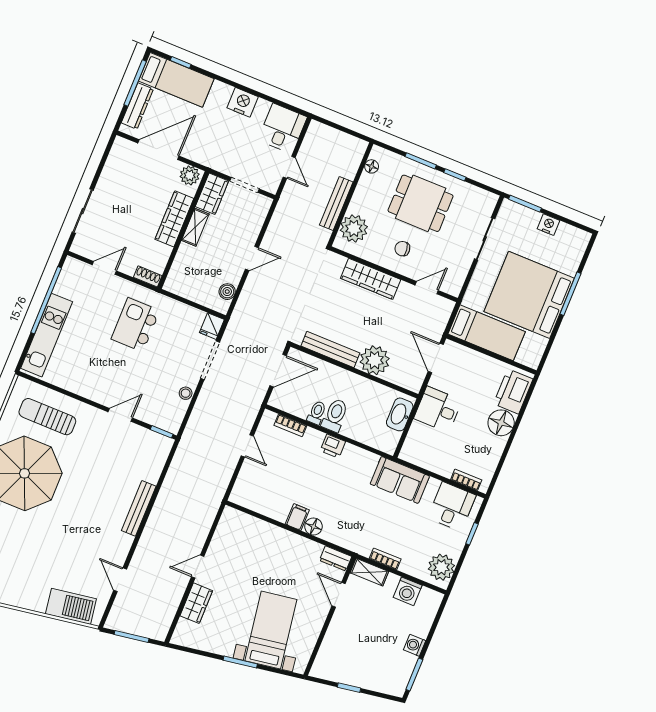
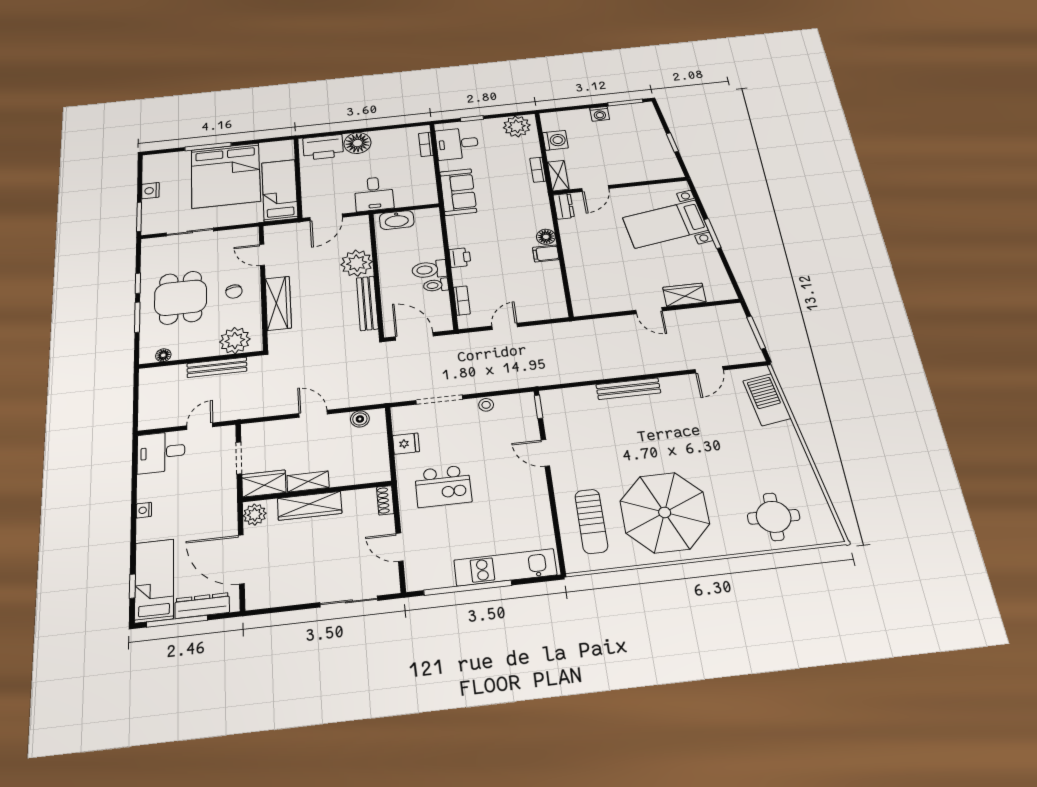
nightstand: (243, 102) -> (144, 510), width x0.53, depth x0.56
fridge: (212, 326) -> (406, 444), moved

